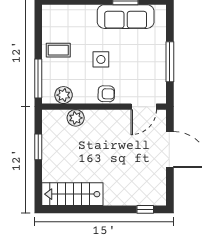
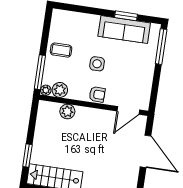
window: (170, 62) -> (161, 47), moved
plant: (48, 98) -> (46, 90), added
window: (38, 147) -> (27, 156), moved

